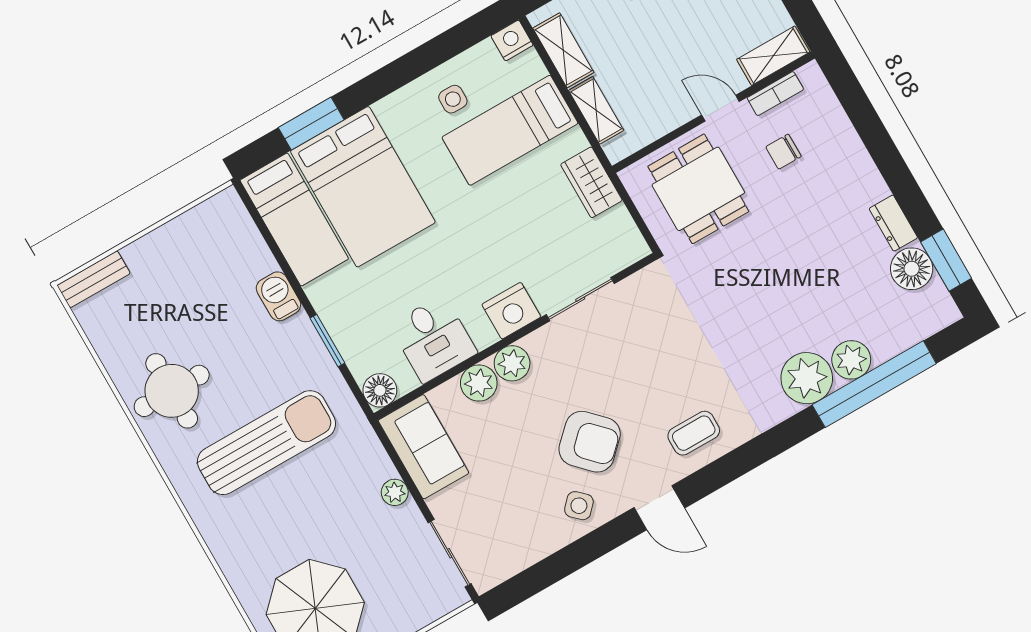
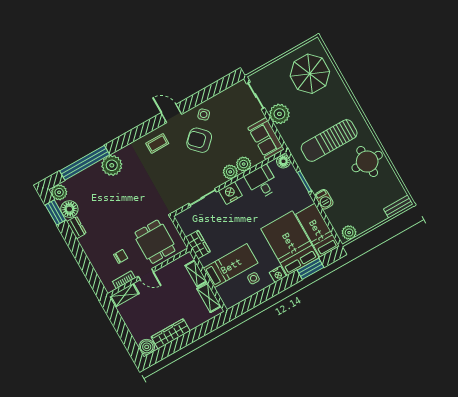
nightstand: (512, 40) -> (278, 274), moved
plant: (216, 214) -> (349, 233), added
plant: (851, 360) -> (59, 192), moved
plant: (395, 492) -> (279, 114), width x1.88, depth x1.88

